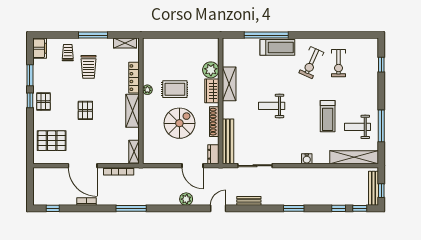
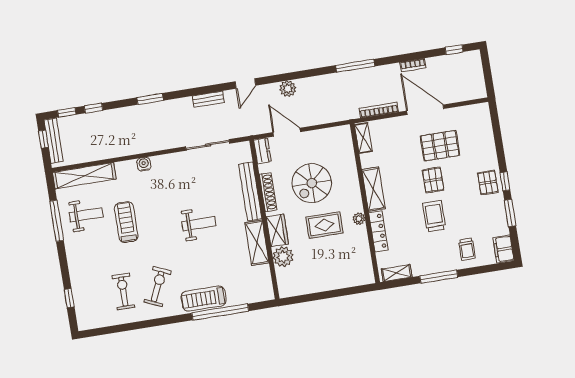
trolley: (88, 67) -> (434, 216), moved
pallet: (52, 141) -> (440, 146), moved
bench: (228, 141) -> (250, 191), moved

